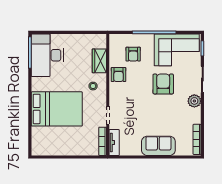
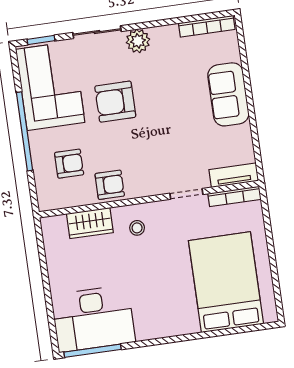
bed: (57, 109) -> (226, 282), moved

